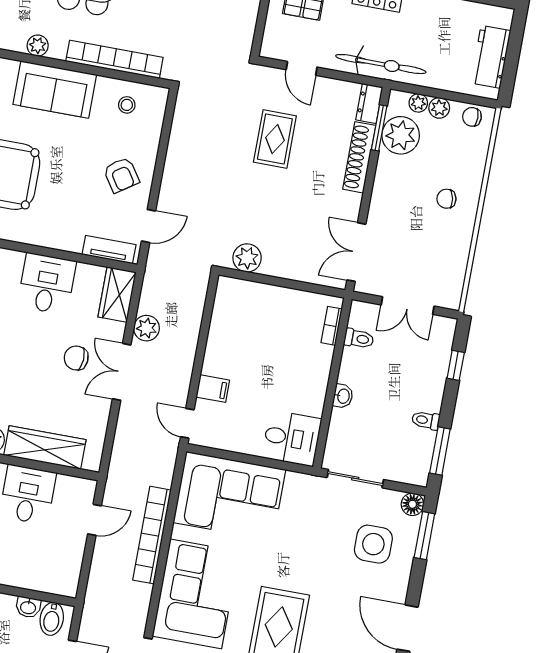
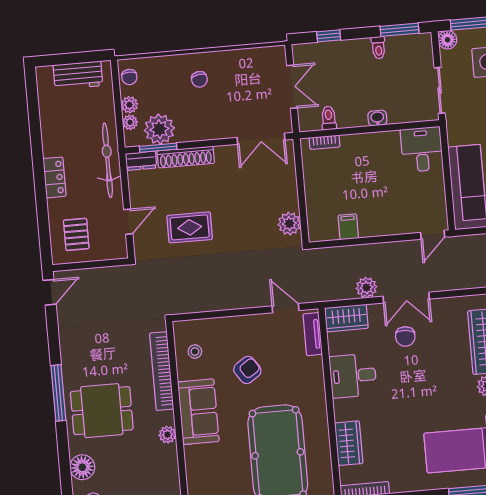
armchair: (121, 175) -> (247, 370), moved
filing cabinet: (213, 389) -> (348, 227), moved

